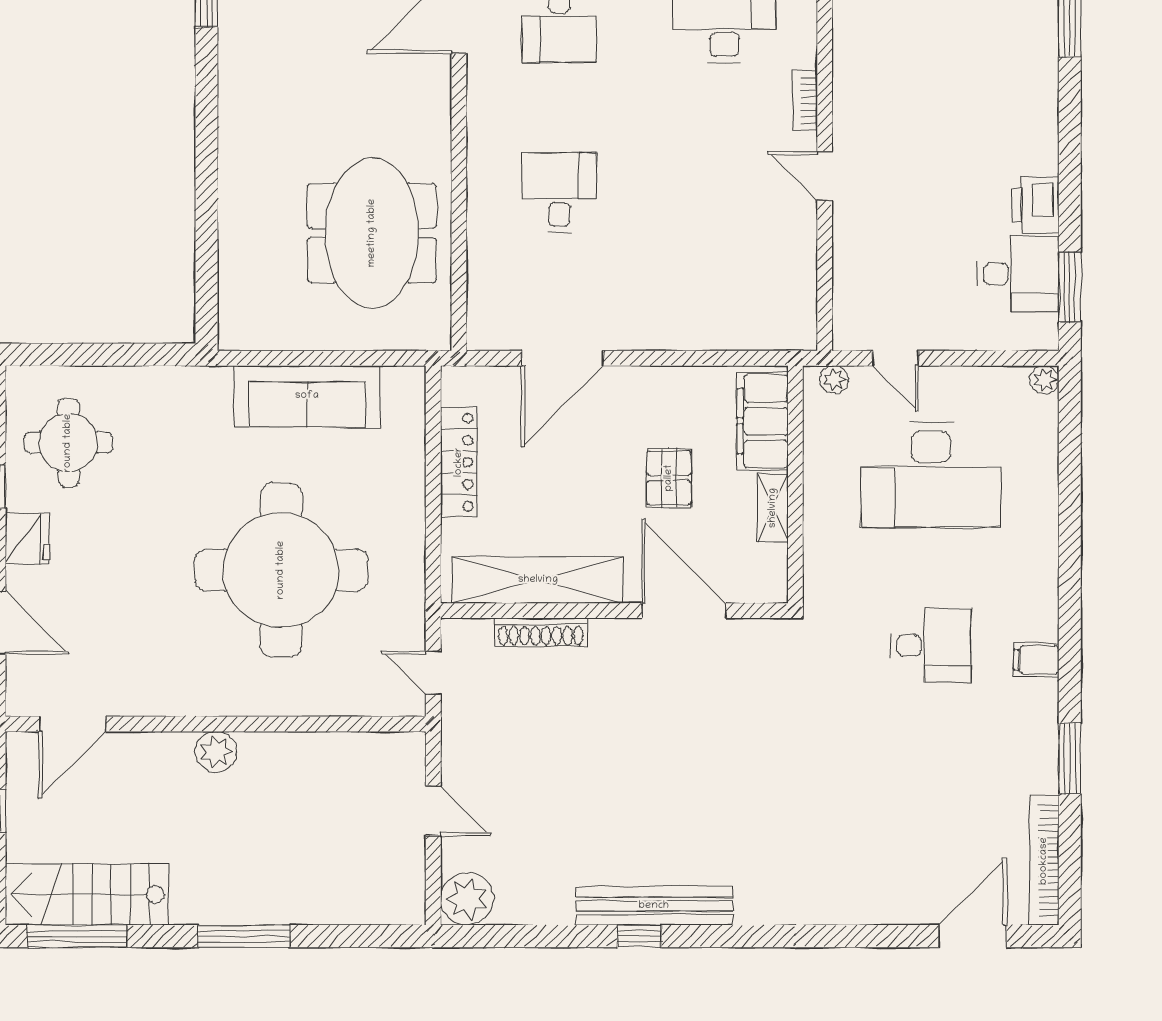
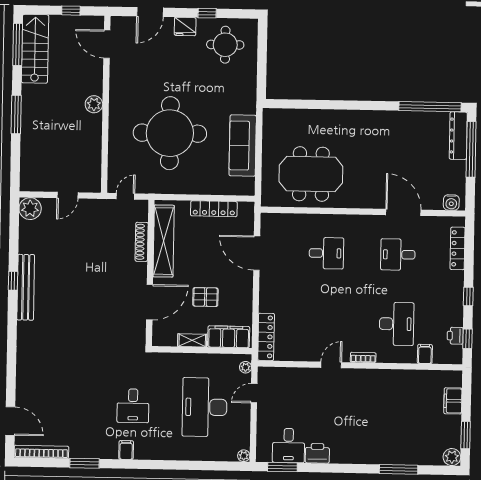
locker: (761, 332) -> (266, 337), added

